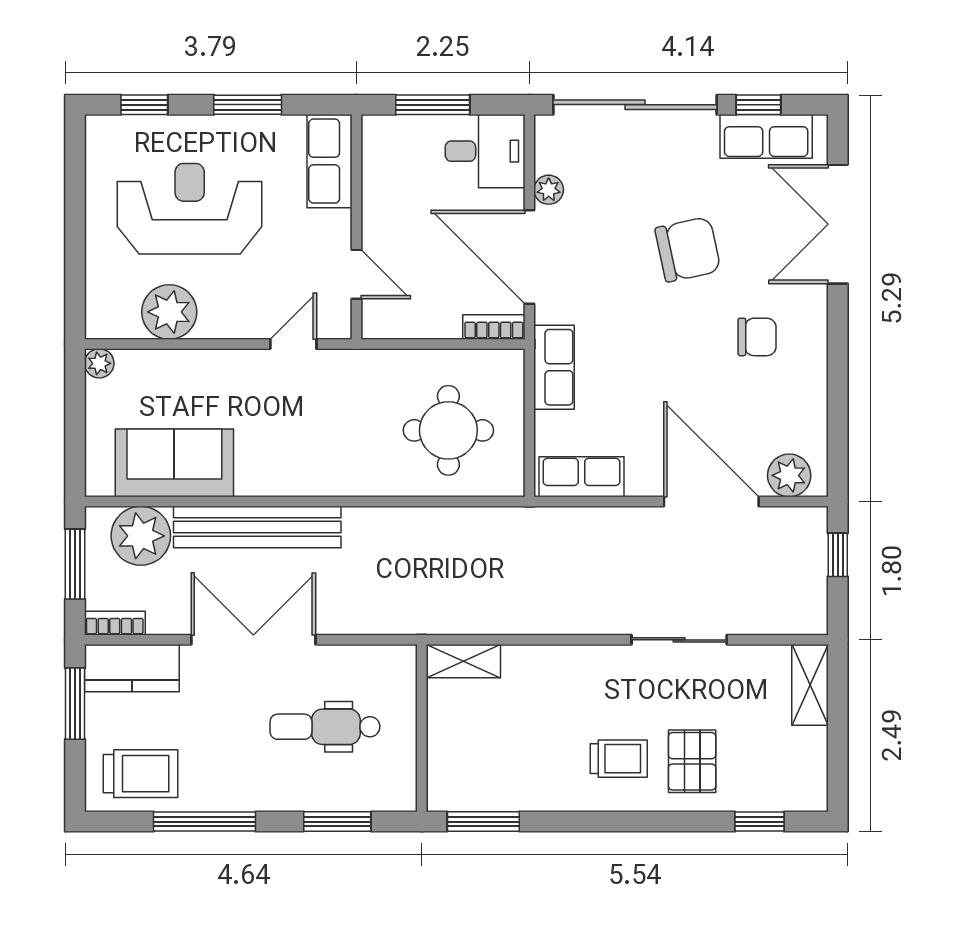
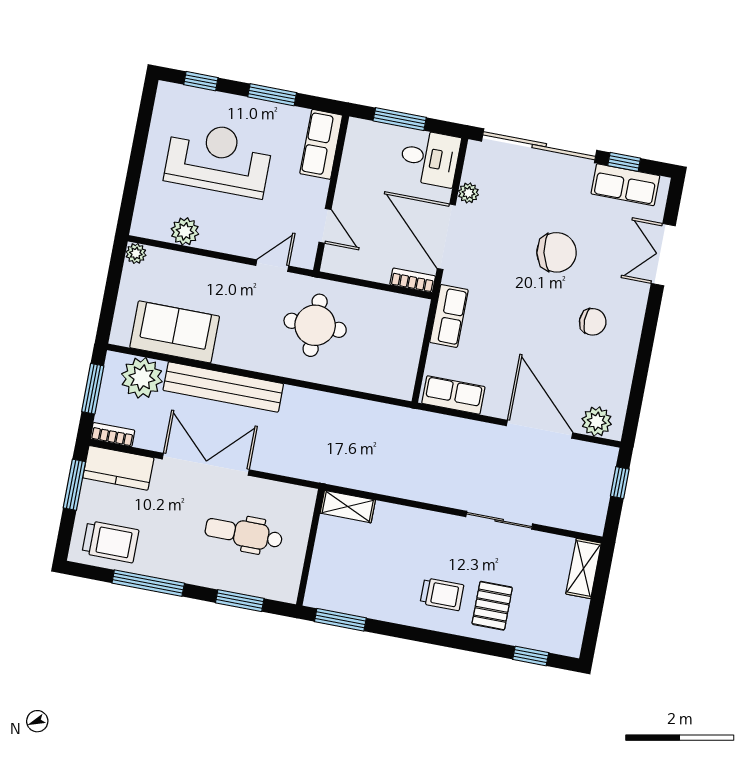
double door: (838, 224) -> (663, 255), width x0.73
plant: (169, 312) -> (185, 231), width x0.73, depth x0.73
round table: (448, 430) -> (315, 325), moved

